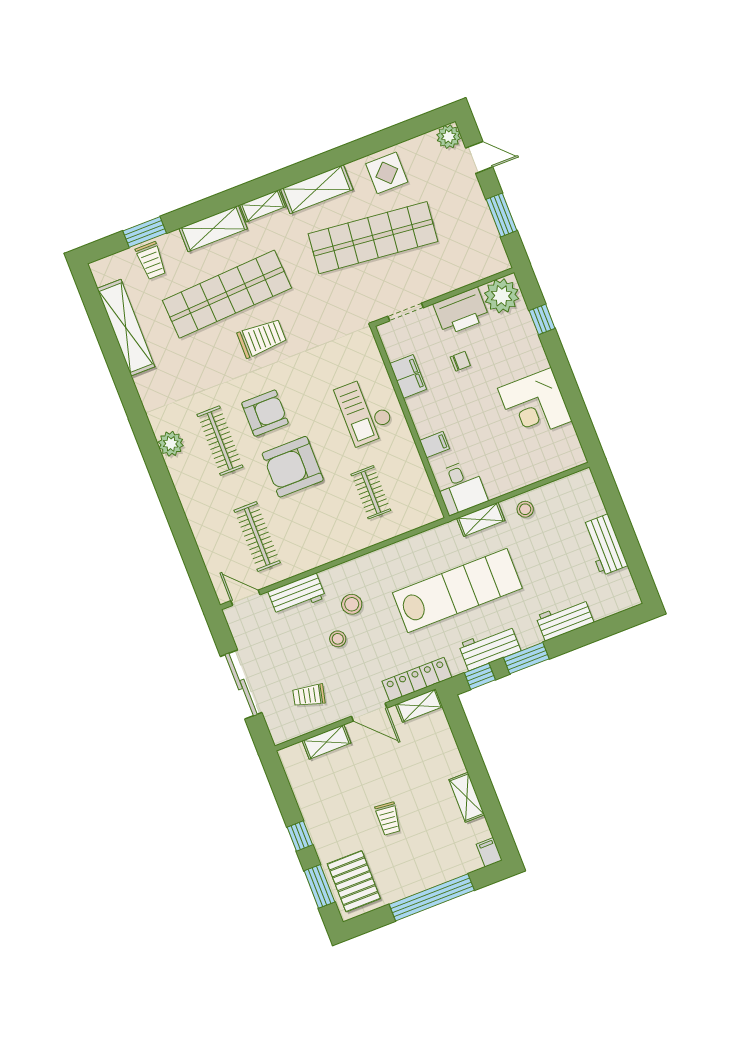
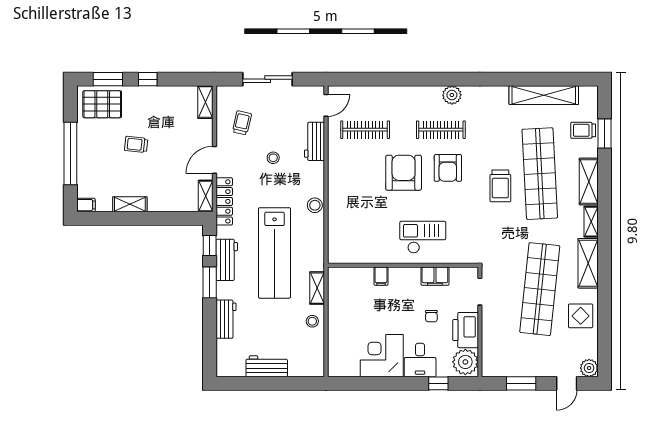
desk: (461, 487) -> (420, 360), moved, turned -90
clothes rail: (371, 492) -> (365, 220), removed
stool: (352, 604) -> (315, 205), moved
shelving: (326, 742) -> (205, 102), moved

